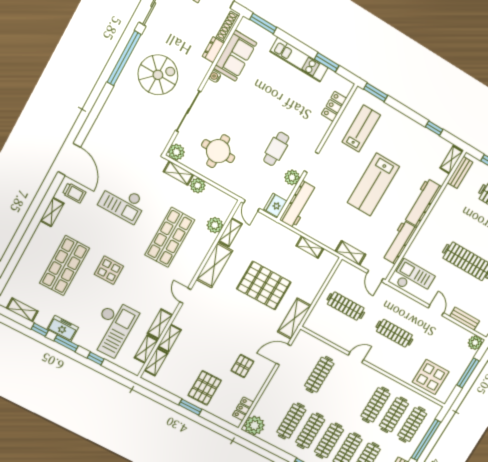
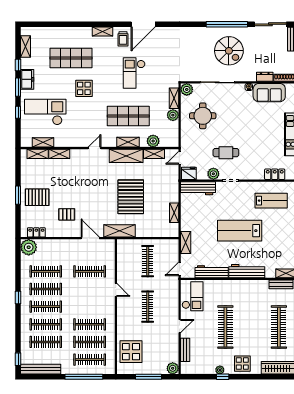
shelving: (160, 324) -> (128, 142), moved
checkout: (112, 328) -> (45, 112), turned 180

